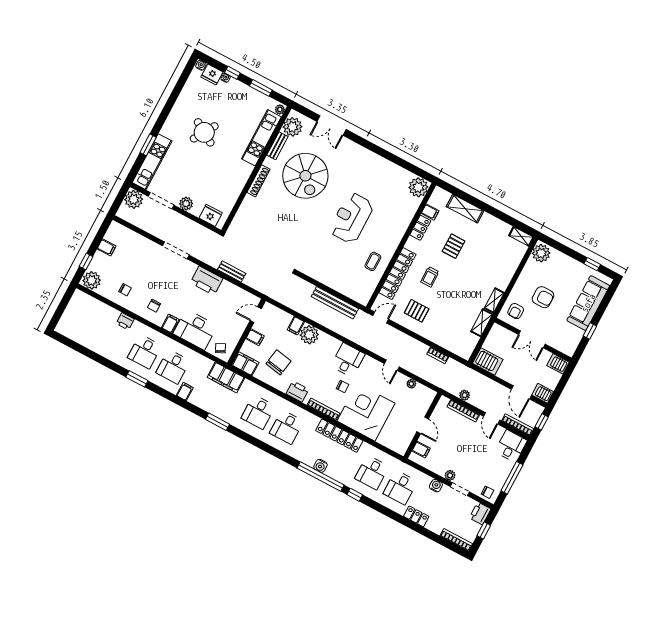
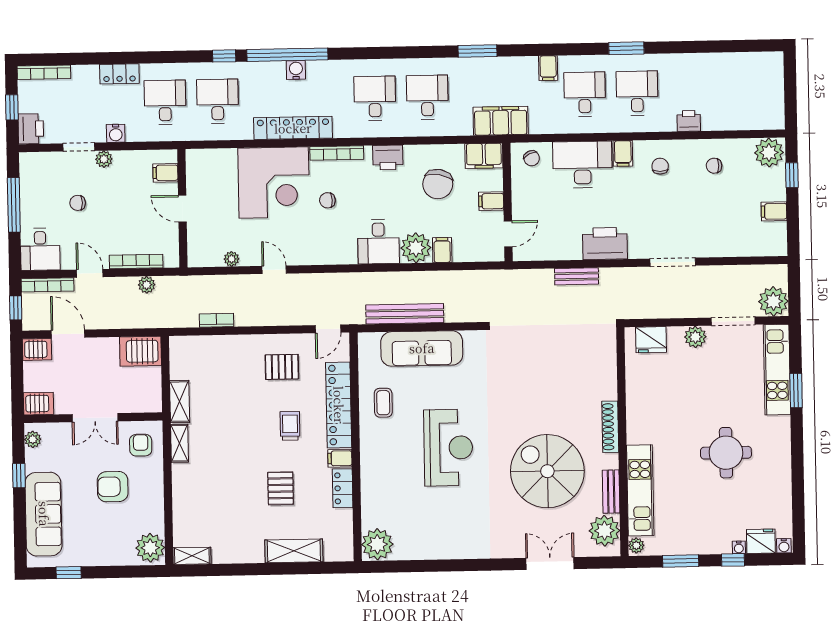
round table: (204, 132) -> (726, 453), turned -31
filing cabinet: (430, 212) -> (340, 458), moved
sofa: (336, 279) -> (422, 348), added
double door: (532, 339) -> (95, 418), swing flipped
plant: (572, 346) -> (33, 439), added
desk: (348, 360) -> (378, 242), moved
chair: (487, 492) -> (78, 203), moved

